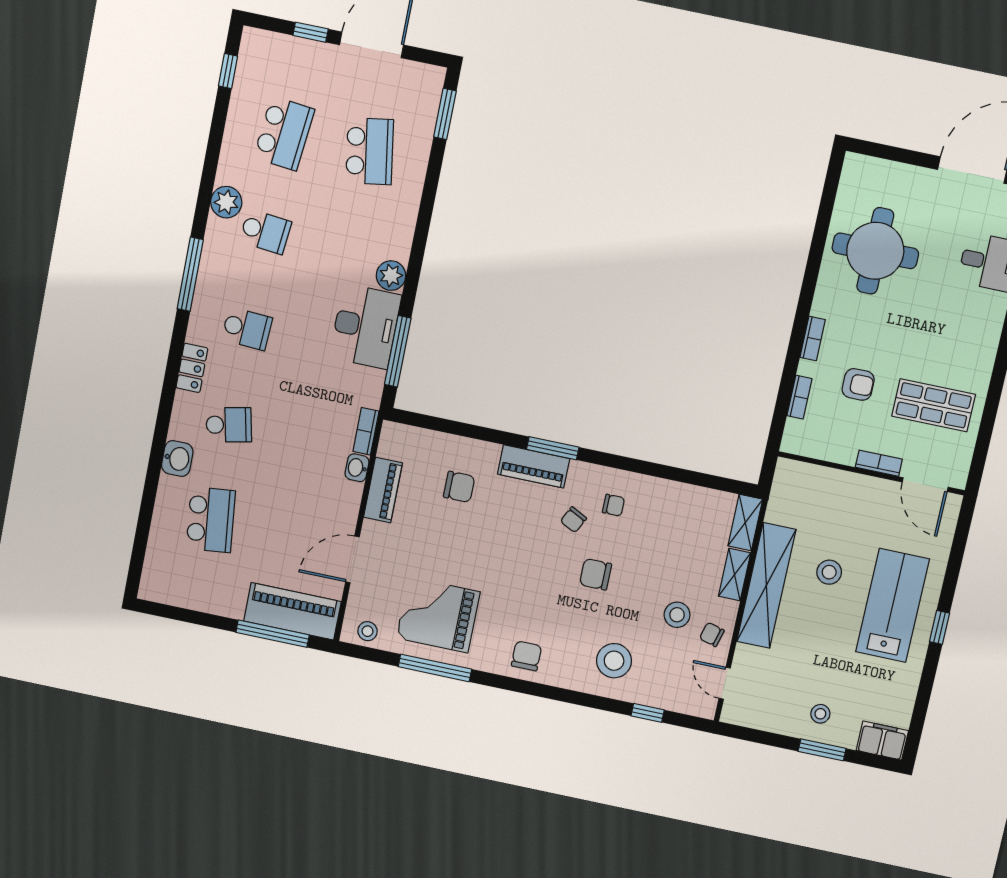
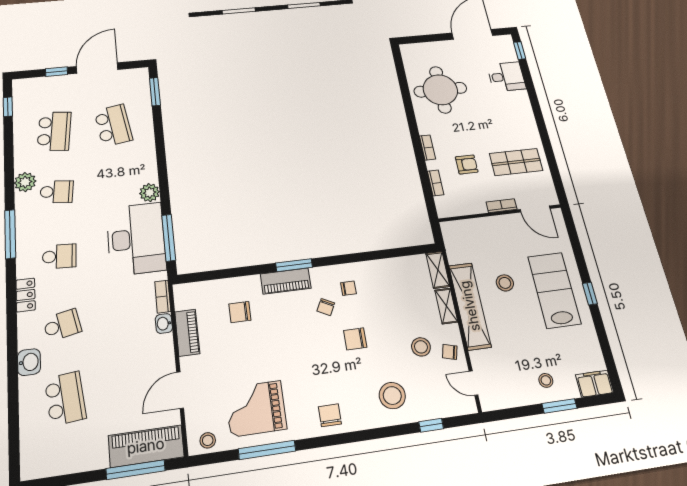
desk: (365, 326) -> (136, 239), width x1.36, depth x1.30
chair: (459, 487) -> (240, 312), turned 180

